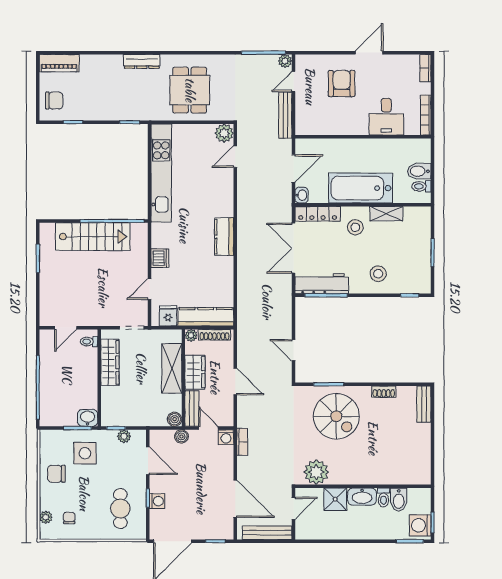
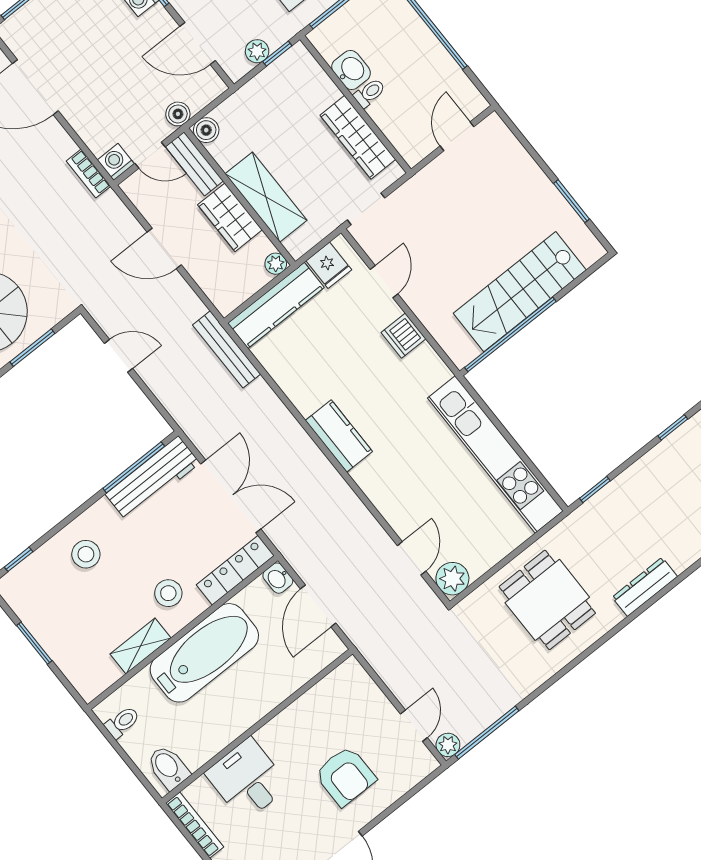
bench: (285, 115) -> (227, 349), moved
bidet: (419, 171) -> (168, 767), moved, turned -90
shoe rack: (214, 335) -> (244, 290), removed
toilet: (89, 342) -> (369, 93), moved
washbasin: (88, 418) -> (351, 70), moved, turned -90

